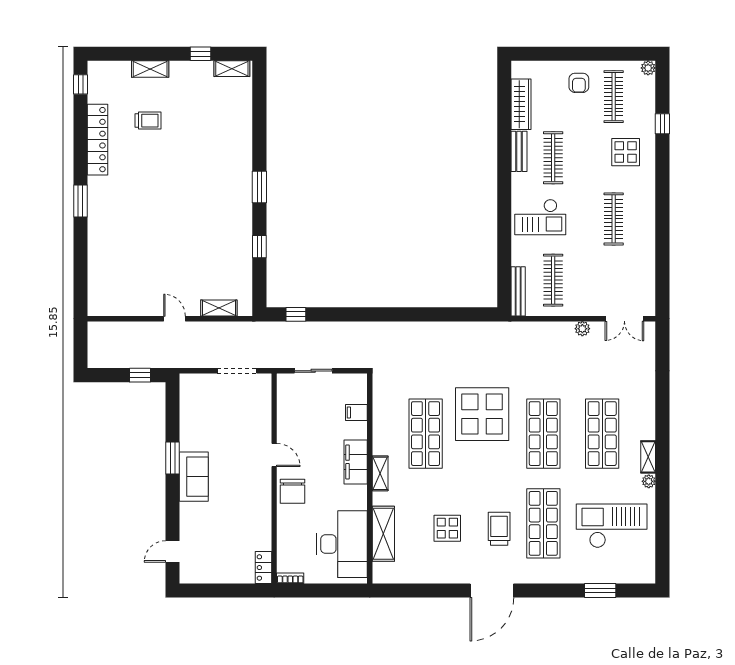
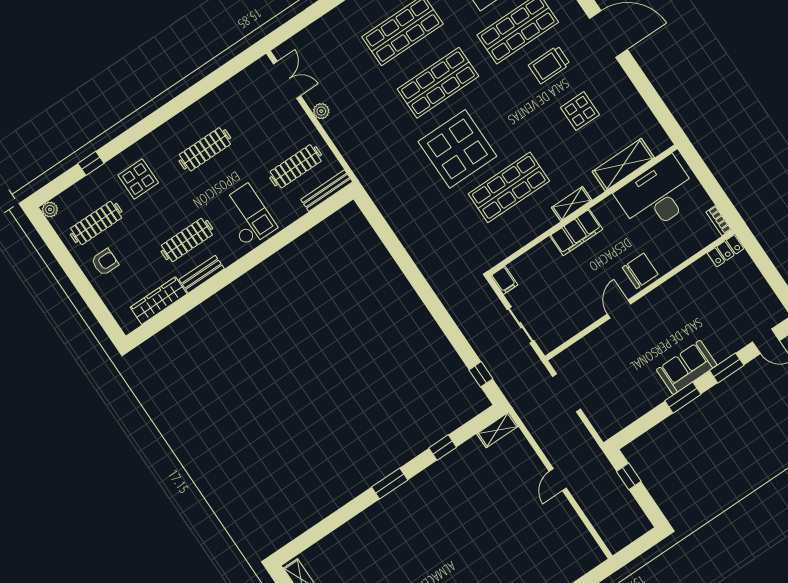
shelving: (219, 308) -> (497, 430), moved, turned 90
filing cabinet: (356, 412) -> (504, 280), moved
window: (173, 507) -> (727, 368), added

